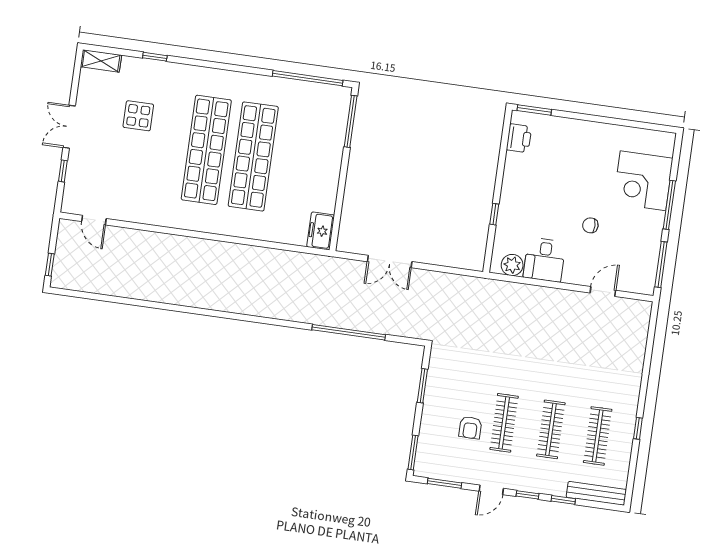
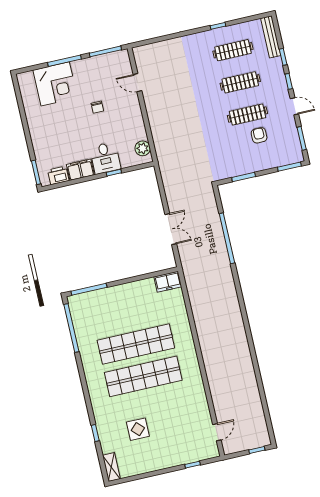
double door: (69, 127) -> (162, 472), removed
filing cabinet: (515, 171) -> (80, 170), added
desk: (544, 260) -> (105, 158), moved, turned 90
armchair: (470, 428) -> (259, 135), turned -90

